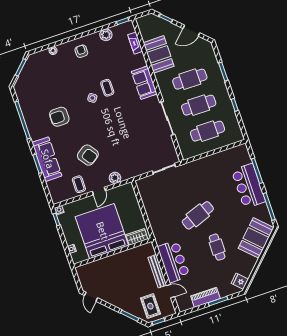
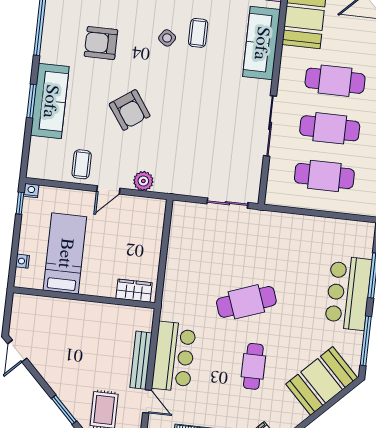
sofa: (144, 83) -> (261, 43), width x1.36
armchair: (88, 155) -> (130, 110), moved
bed: (102, 231) -> (65, 253), width x0.49

